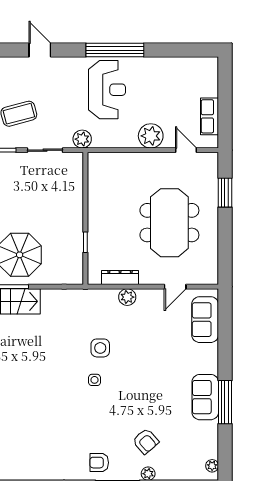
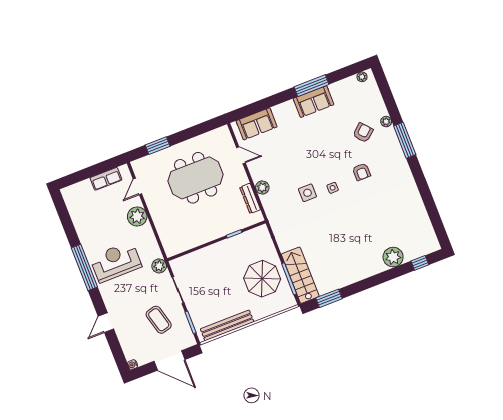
armchair: (99, 463) -> (361, 172), moved

